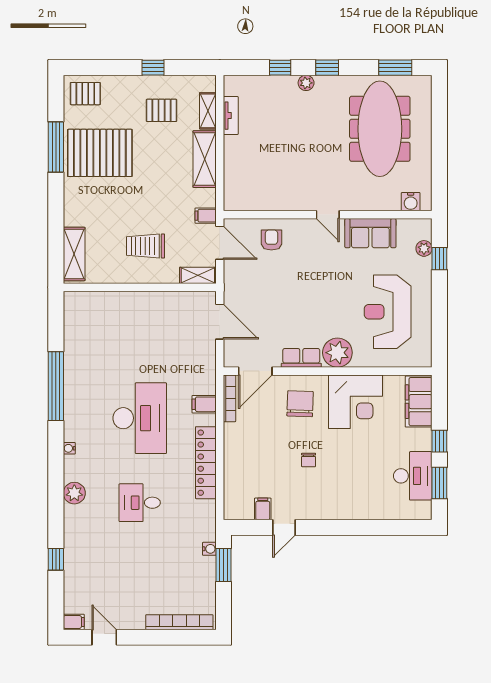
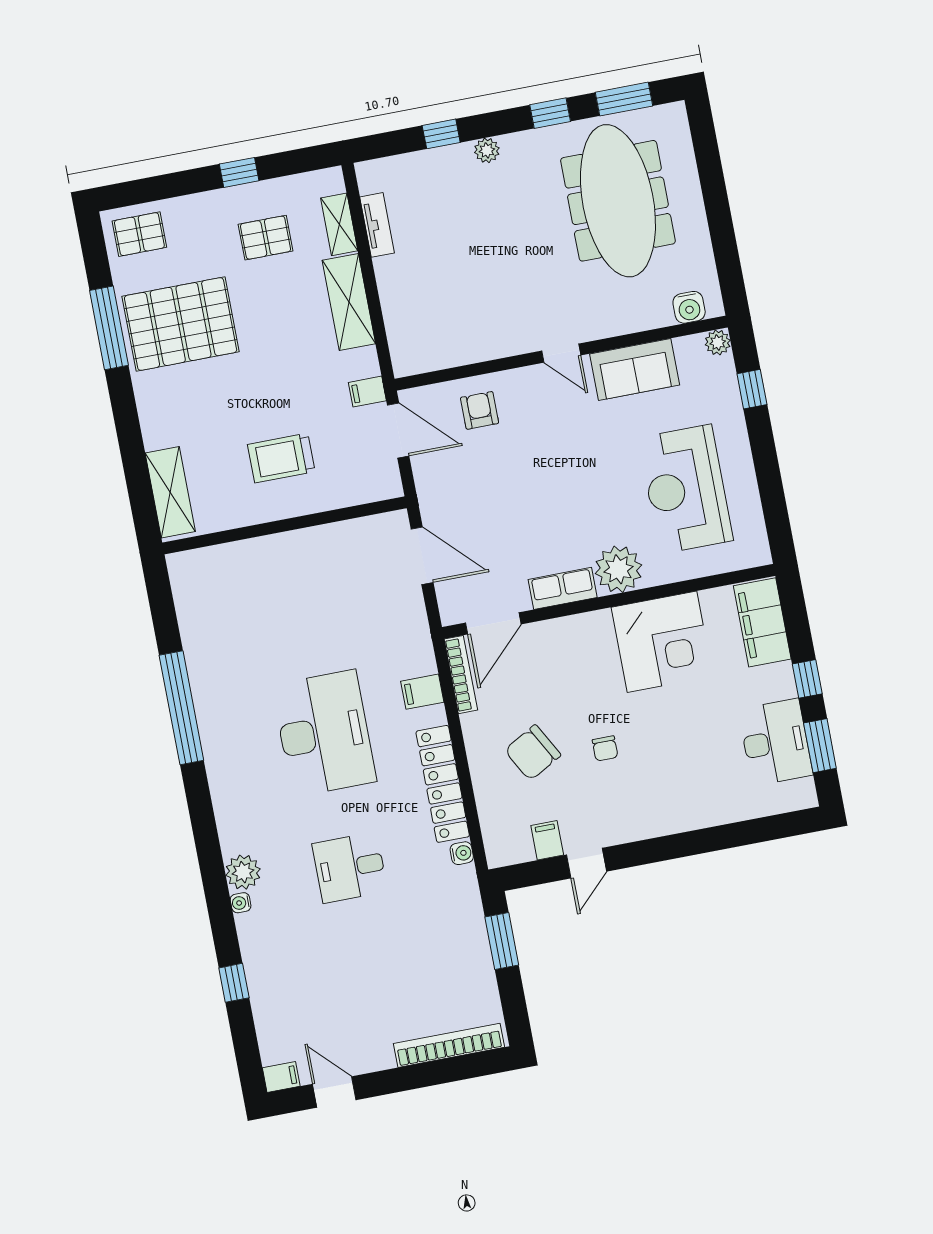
window: (327, 68) -> (550, 113), moved
plant: (424, 248) -> (718, 342), moved
shelving: (198, 275) -> (373, 489), removed
chair: (300, 404) -> (533, 753), moved, turned -121
water cooler: (69, 448) -> (241, 903), moved
water cooler: (209, 549) -> (462, 853), moved

